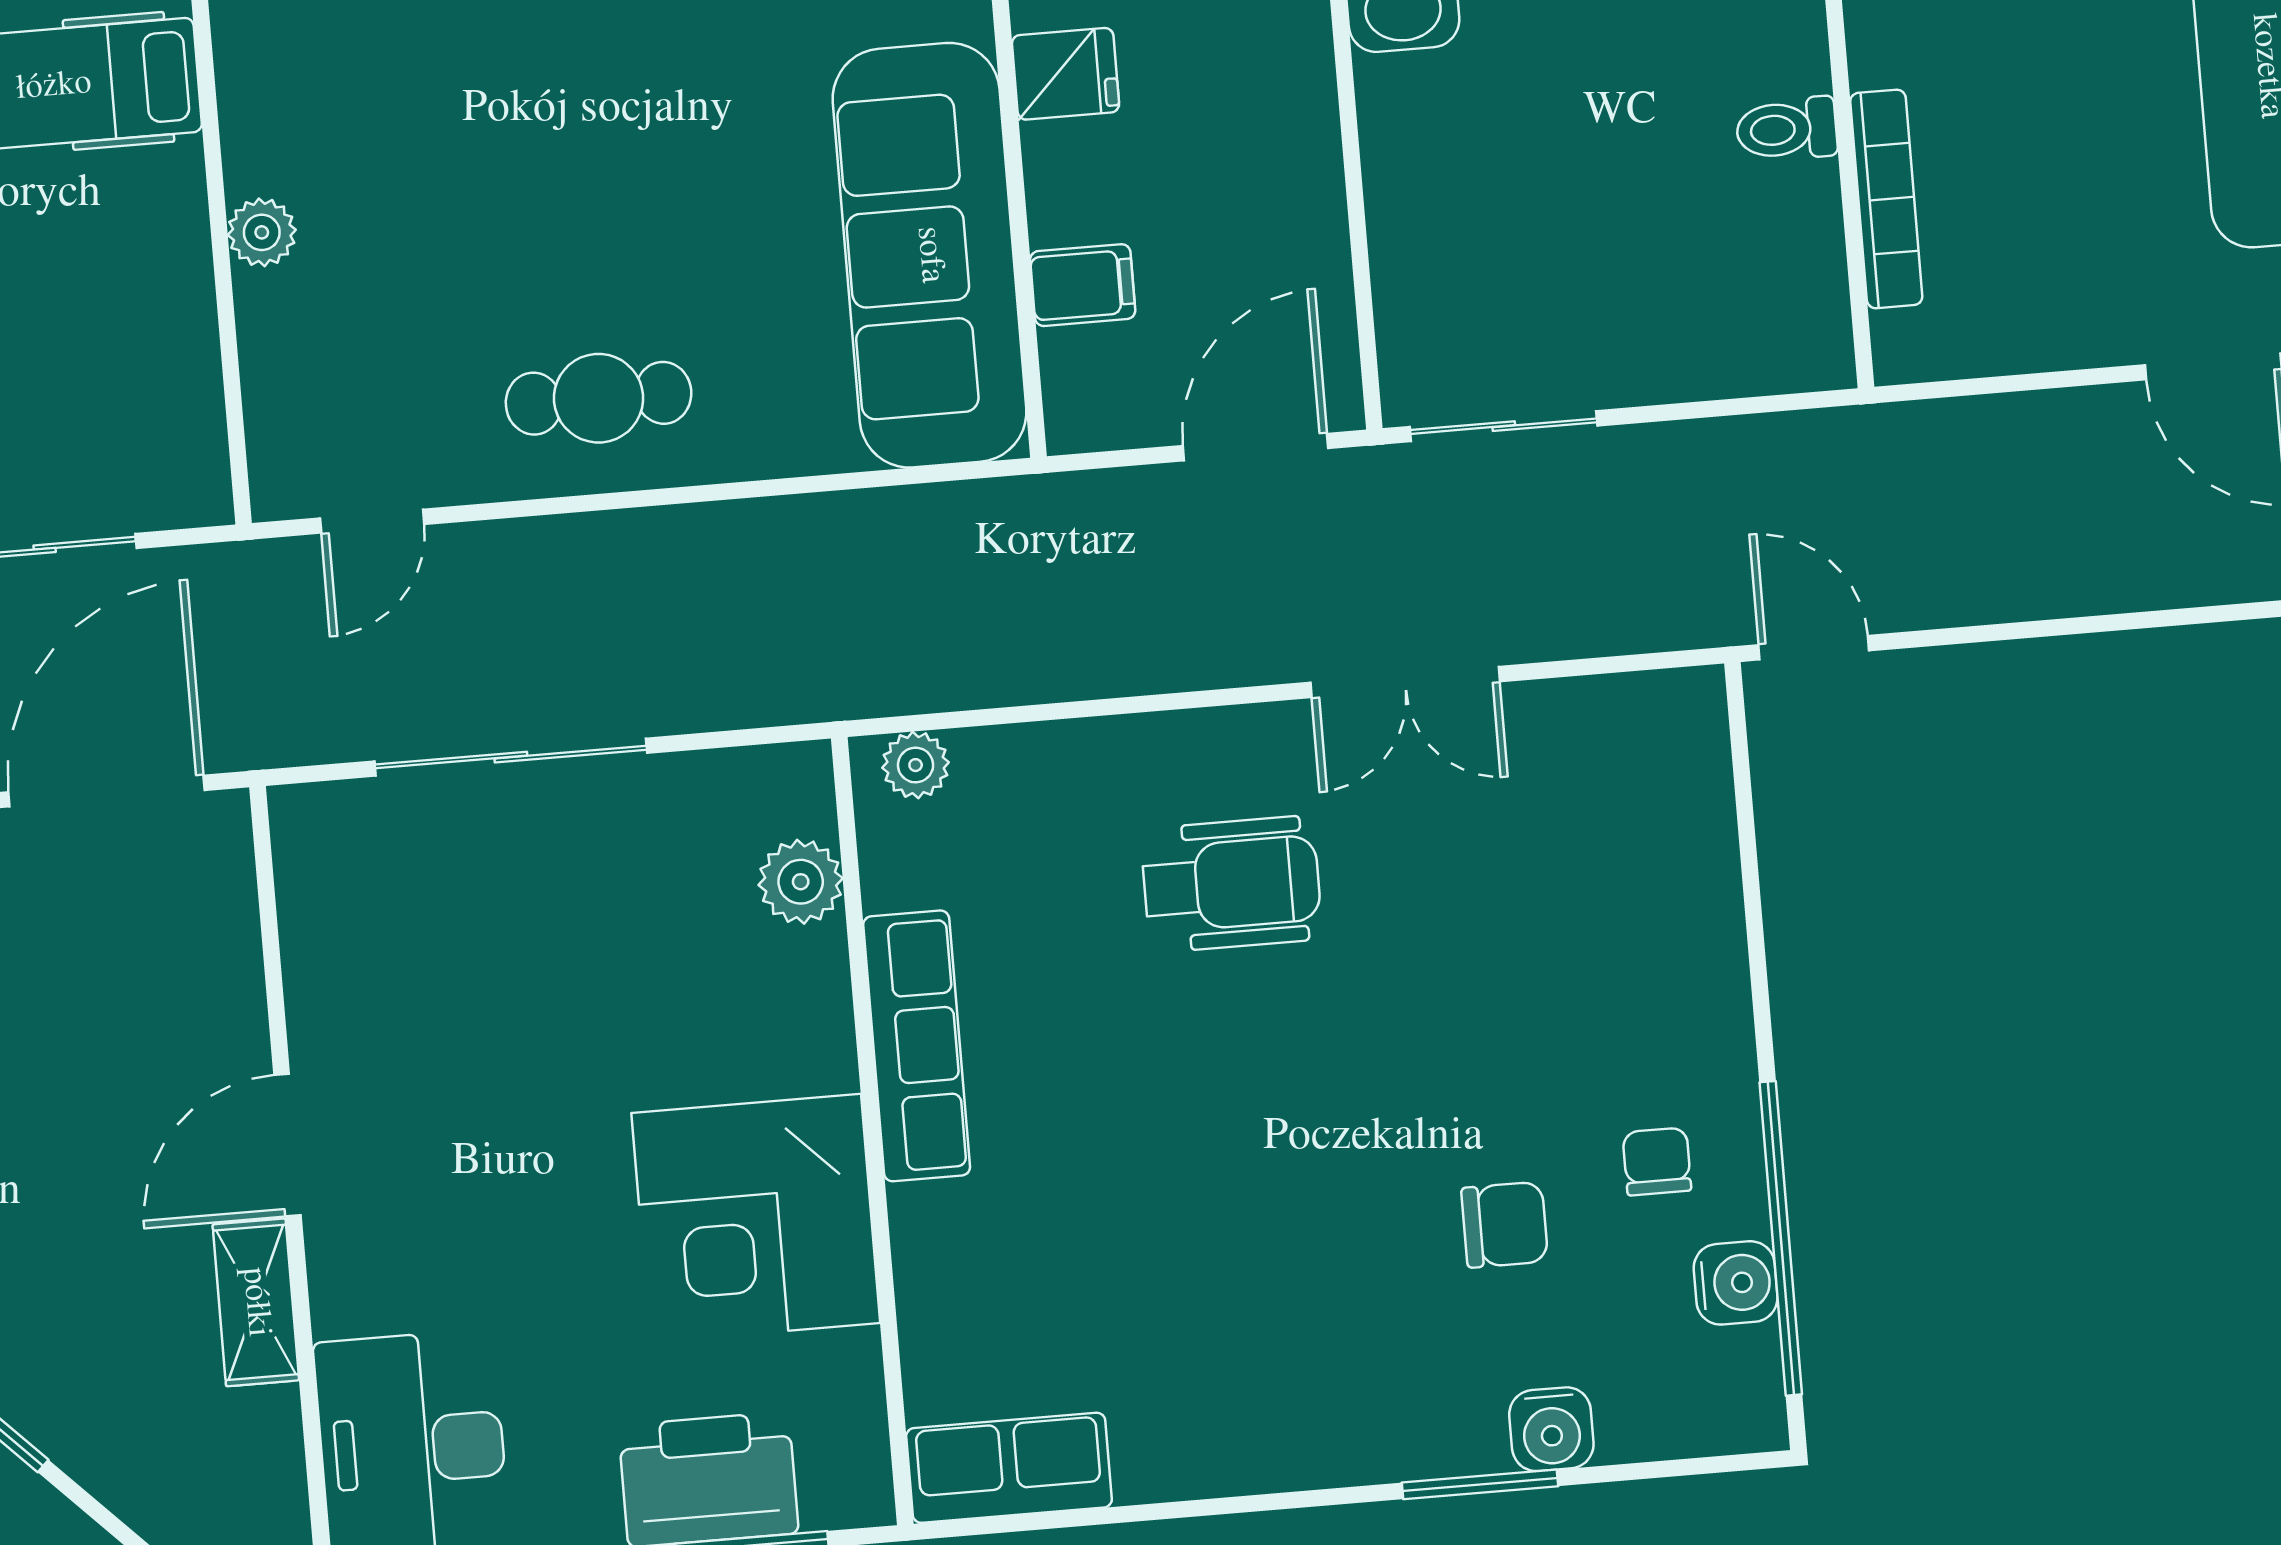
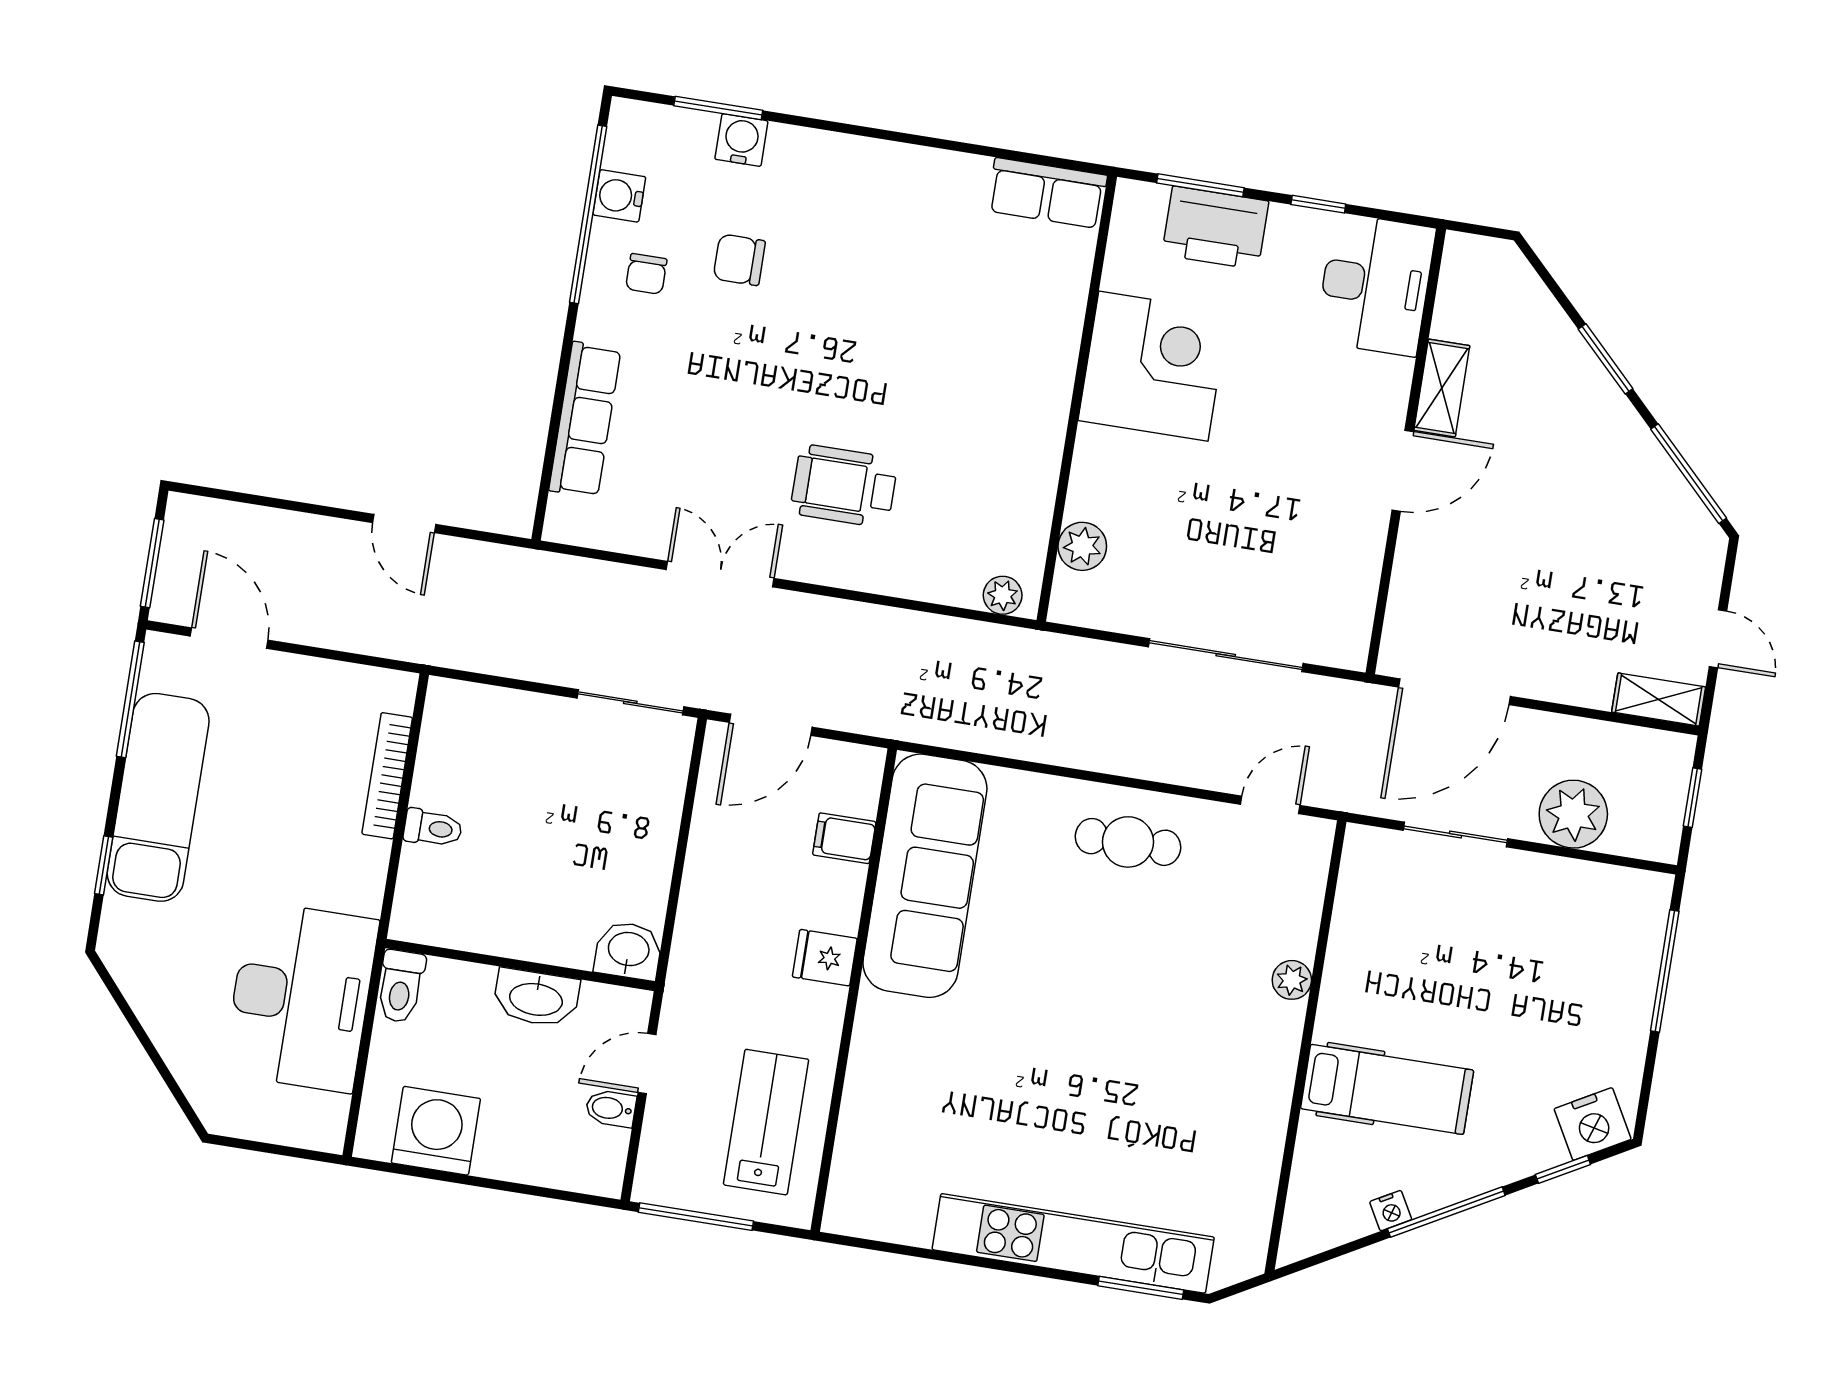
door: (1814, 648) -> (404, 524), moved
row of seats: (917, 1046) -> (585, 420), moved, turned 180
window: (1480, 1484) -> (718, 108), moved

